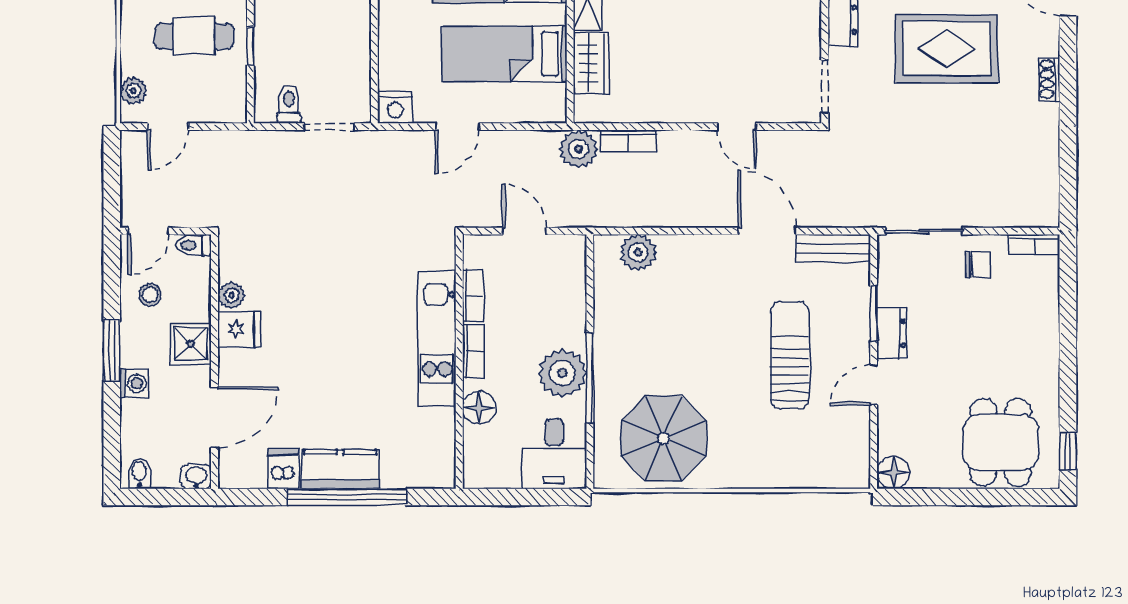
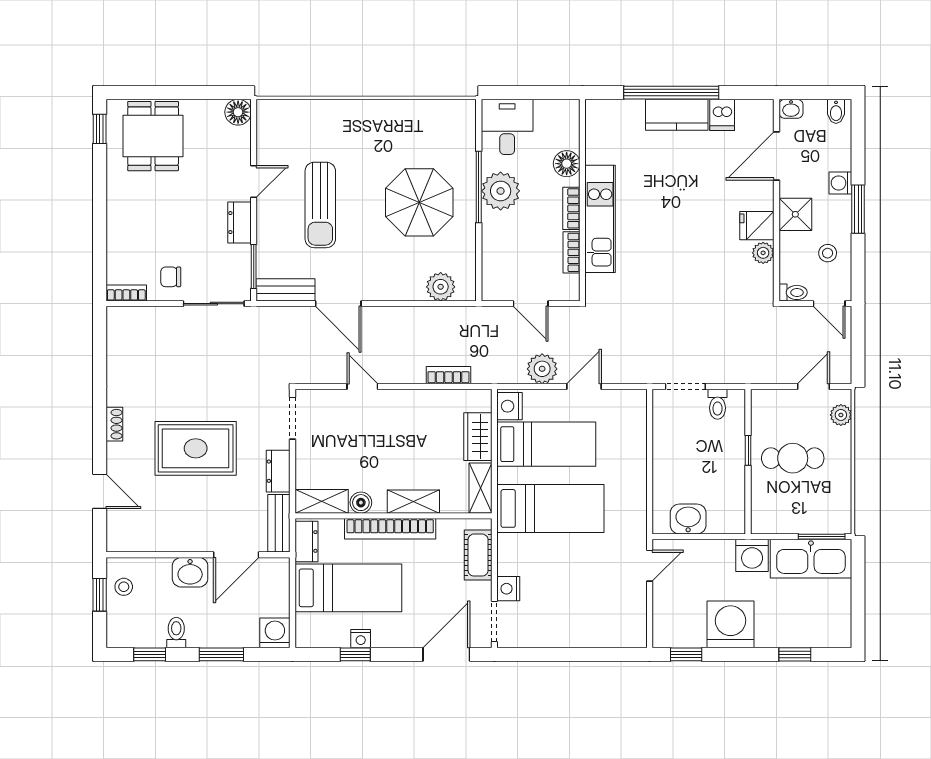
nightstand: (395, 107) -> (510, 406), moved, turned -90
plant: (579, 149) -> (542, 369), moved
door: (148, 231) -> (829, 304), swing flipped
window: (874, 313) -> (254, 267), moved
parasol: (664, 438) -> (419, 202), moved

